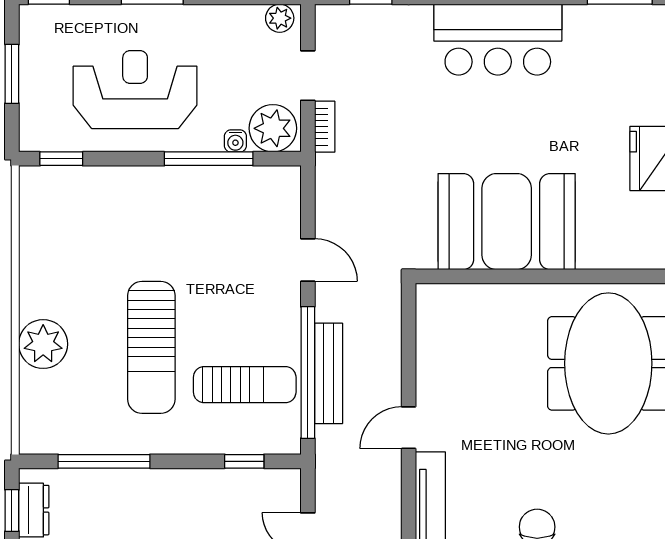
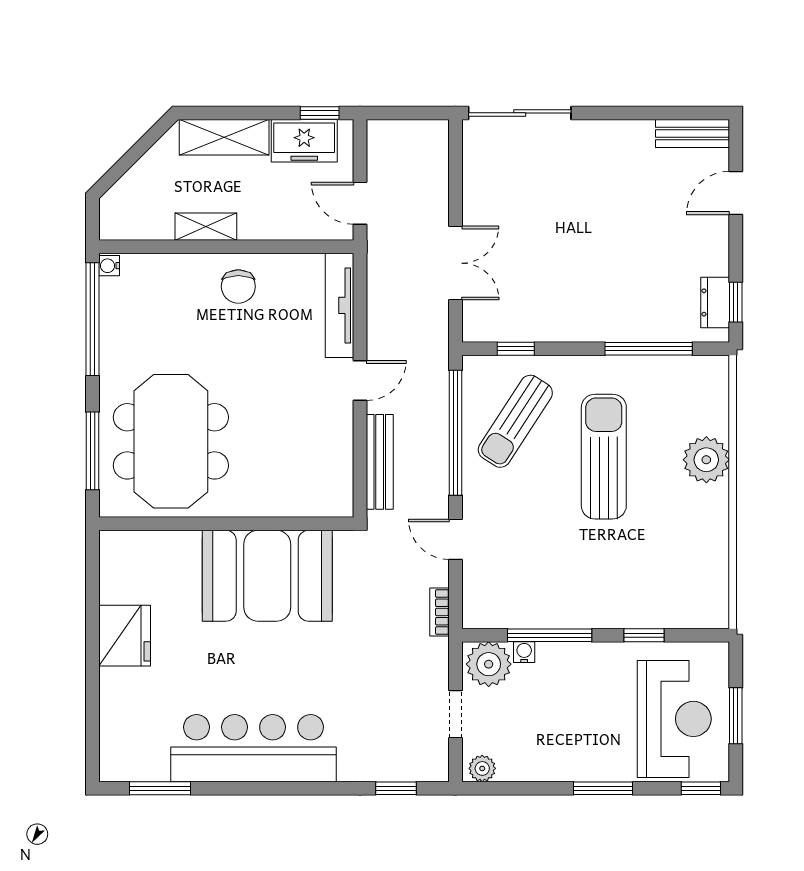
bar counter: (498, 40) -> (254, 748), width x1.36
reception desk: (135, 90) -> (674, 719), moved, turned -90
bookcase: (325, 127) -> (440, 612), moved
window: (61, 159) -> (644, 635), moved
bench: (329, 373) -> (380, 462), moved
sun lounger: (245, 385) -> (515, 421), turned -57

